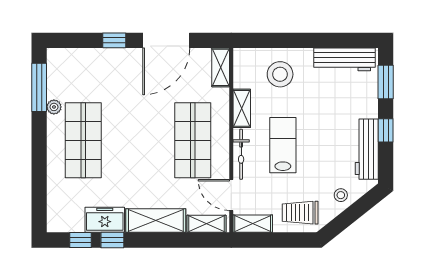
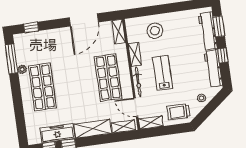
window: (114, 40) -> (31, 27), moved
workbench: (345, 59) -> (208, 31), moved, turned 90
freezer: (105, 220) -> (57, 133), width x1.40

